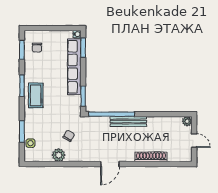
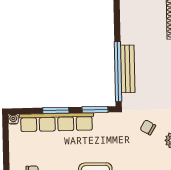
window: (83, 48) -> (56, 110), moved
bench: (128, 122) -> (128, 69), moved

